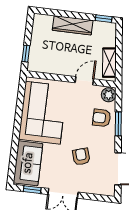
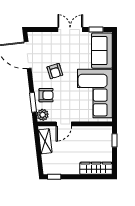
wardrobe: (73, 25) -> (96, 168), moved
window: (118, 124) -> (33, 102), moved
armchair: (81, 157) -> (55, 71), moved

